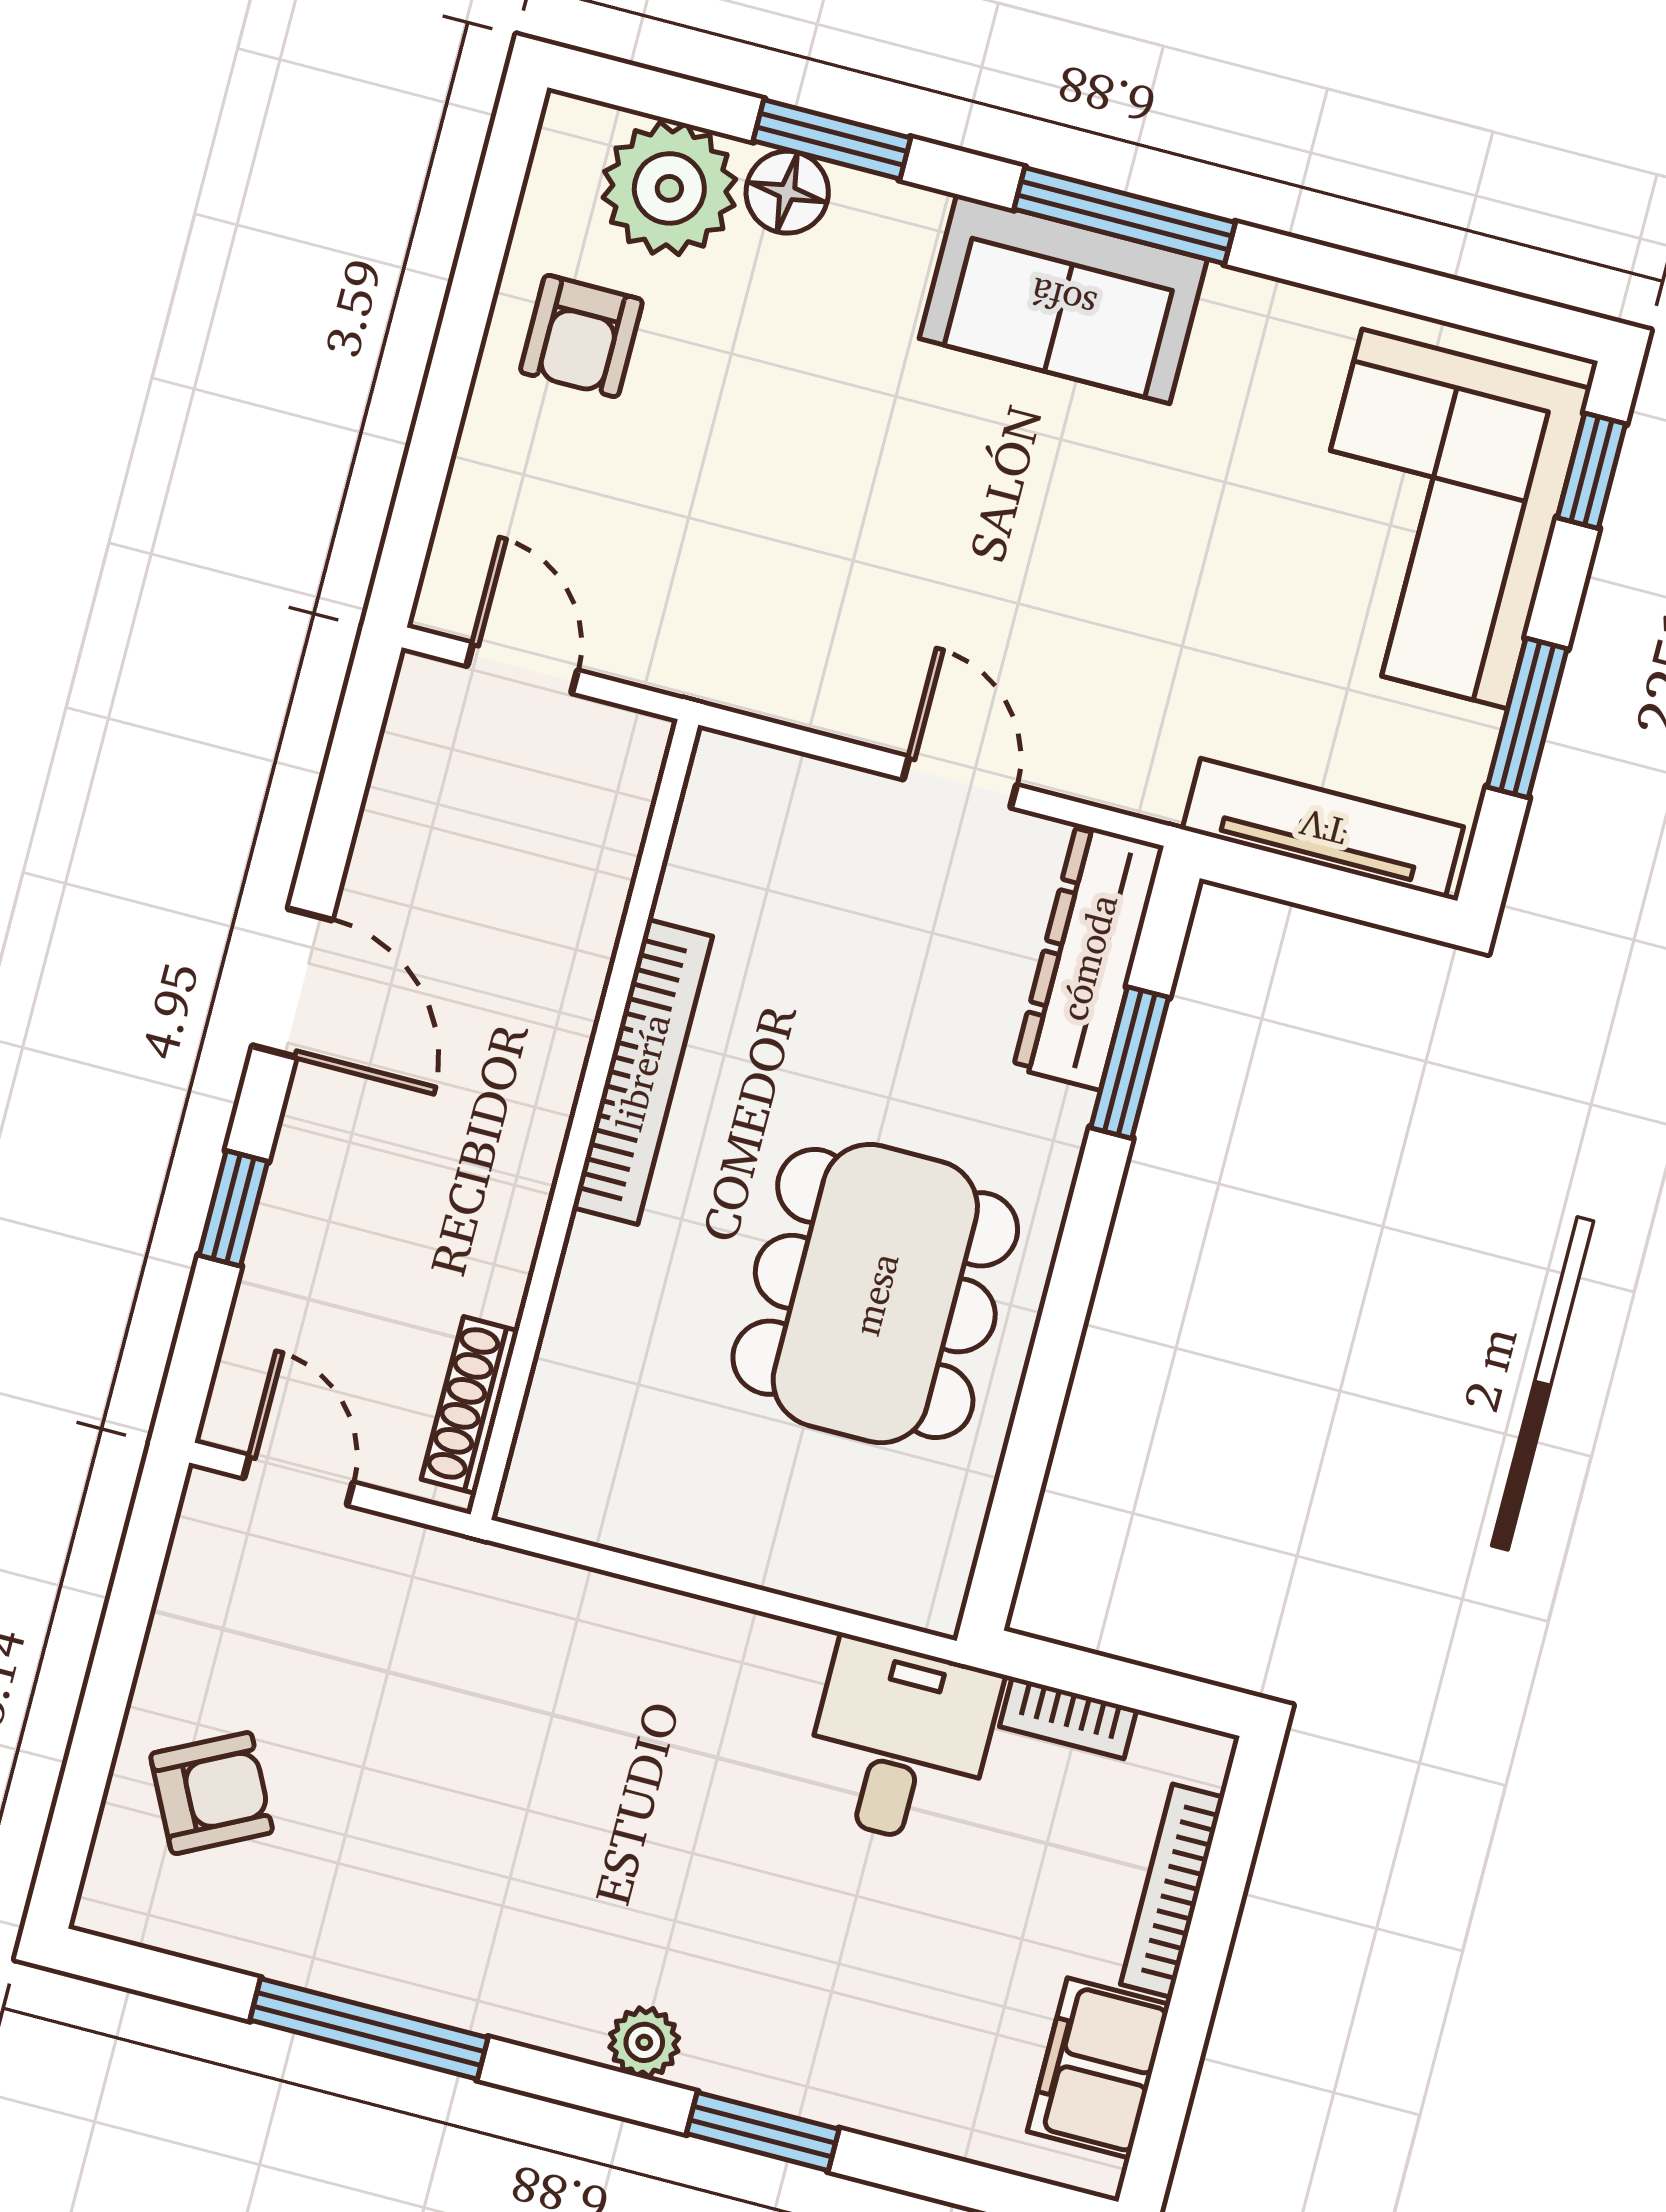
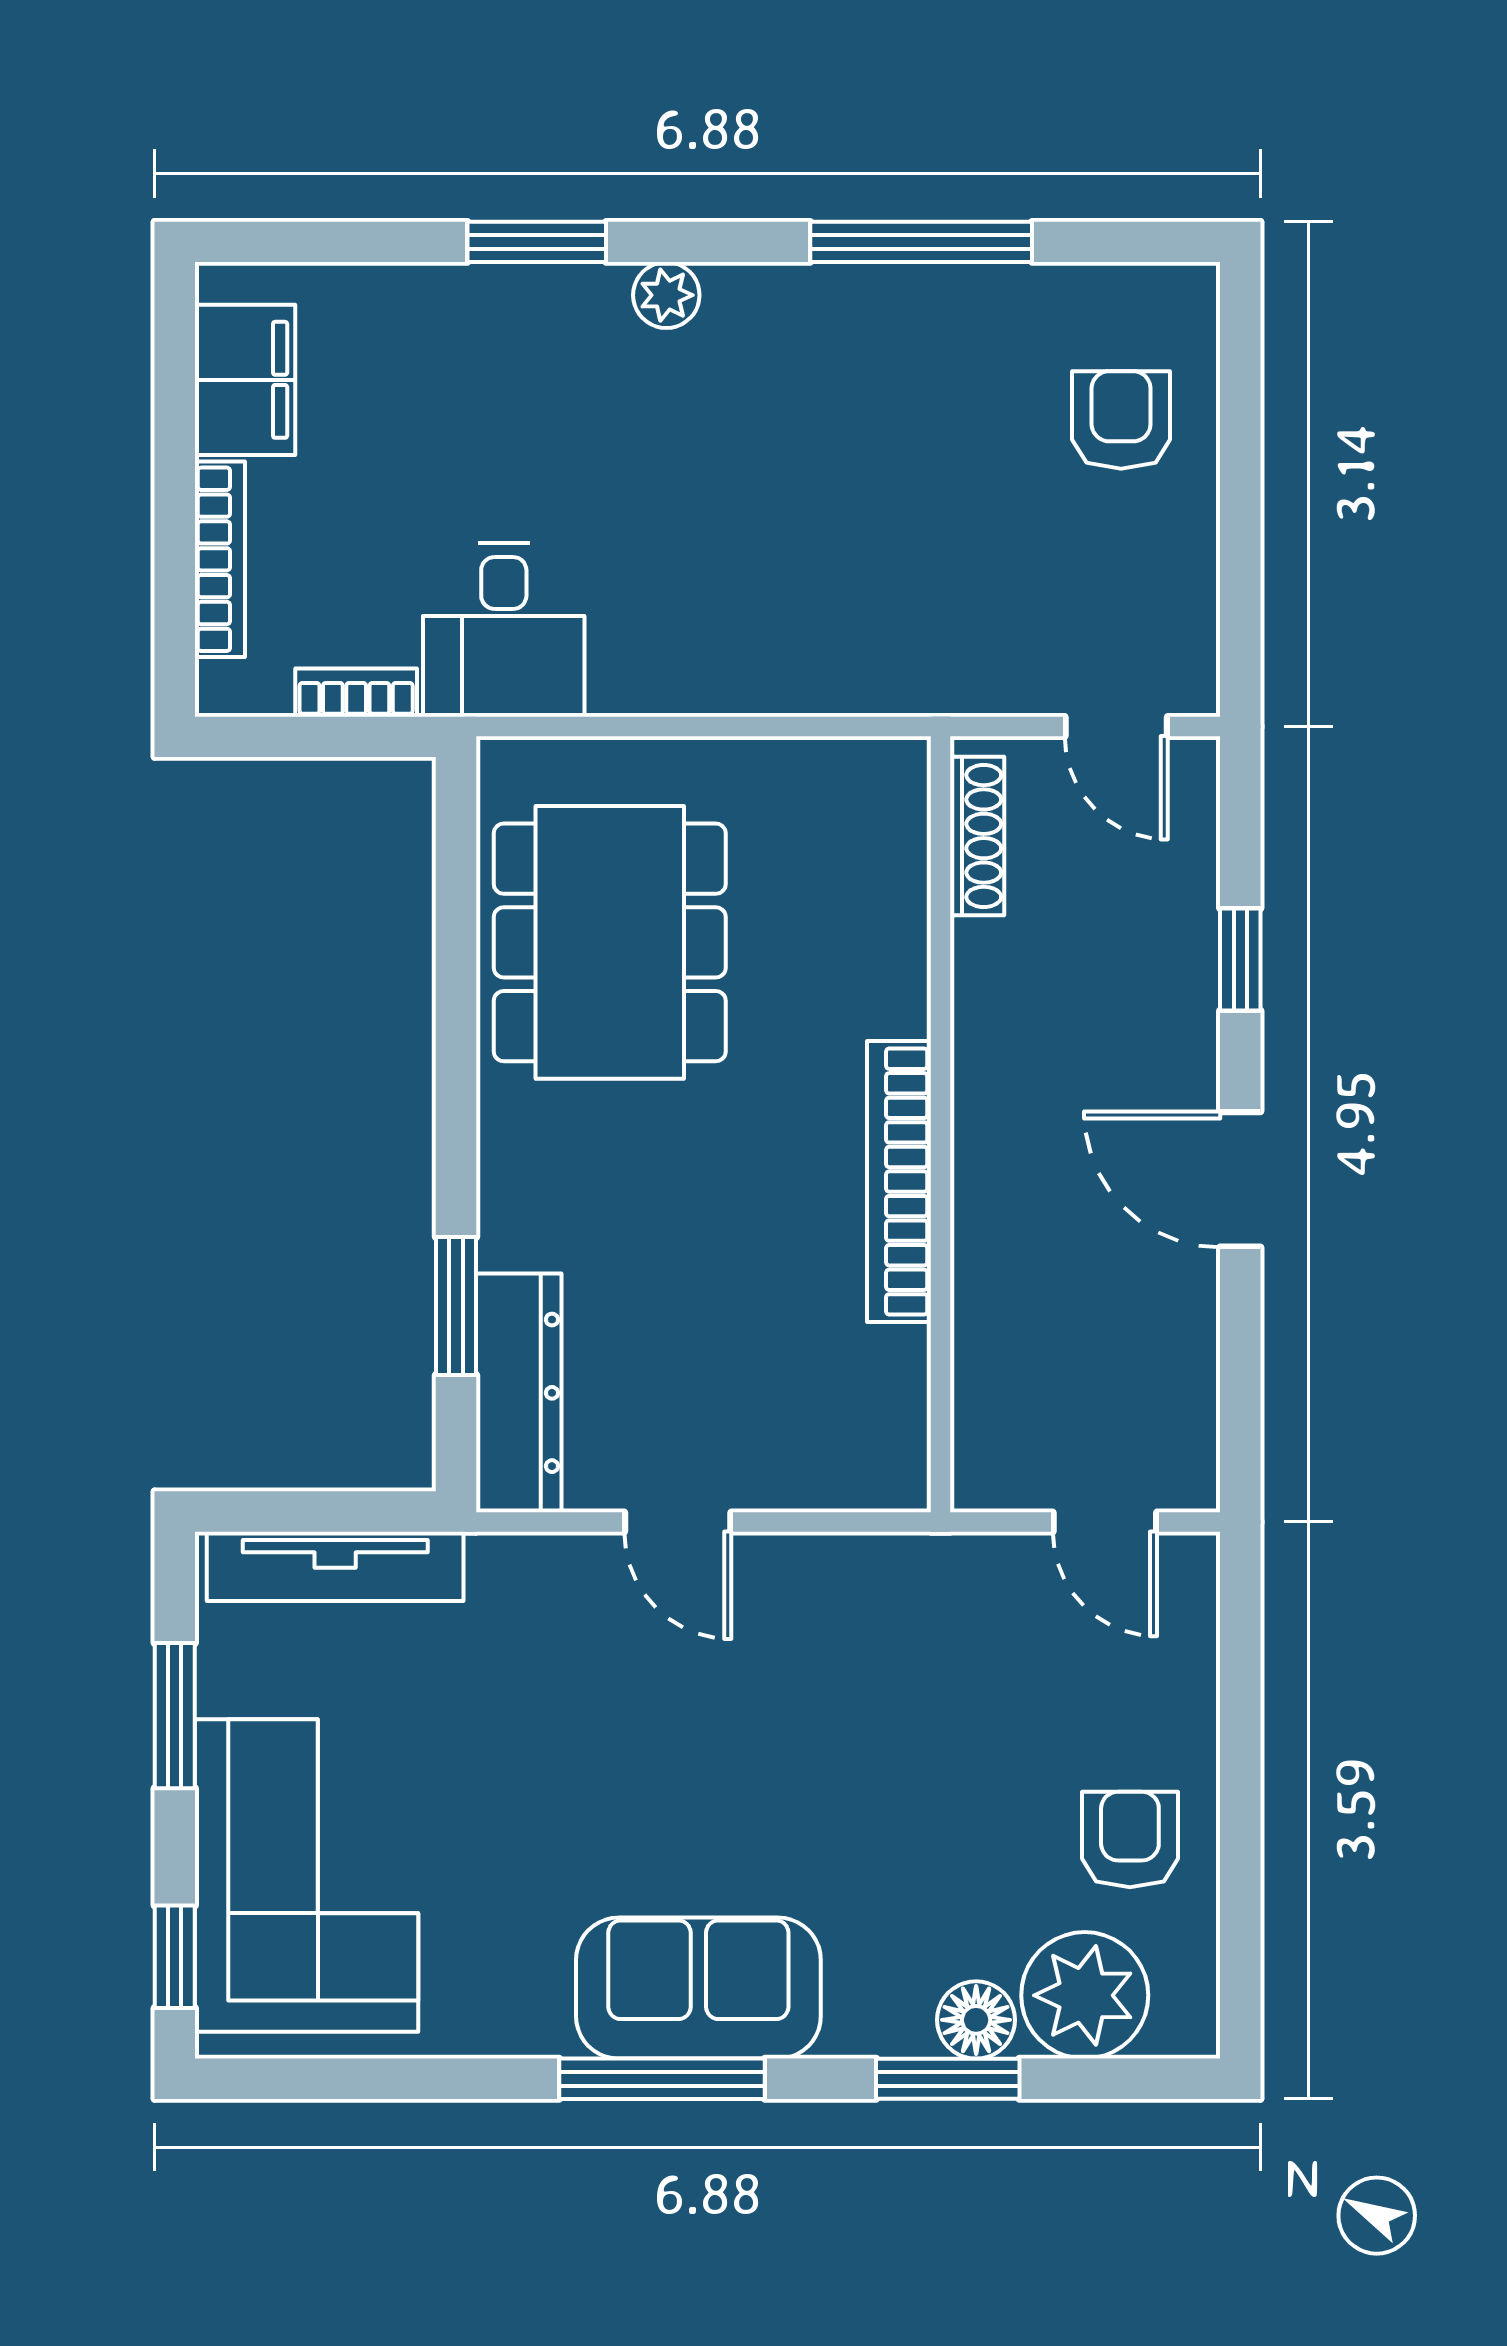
dining table: (875, 1294) -> (610, 942), moved
armchair: (212, 1793) -> (1121, 420), turned 117

